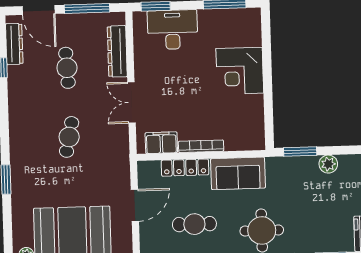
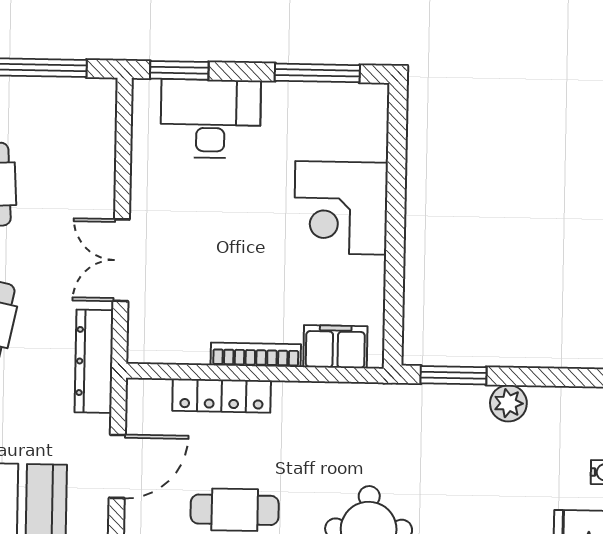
dresser: (117, 51) -> (94, 361), moved
filing cabinet: (161, 143) -> (335, 347), moved
sofa: (238, 173) -> (327, 413), removed

